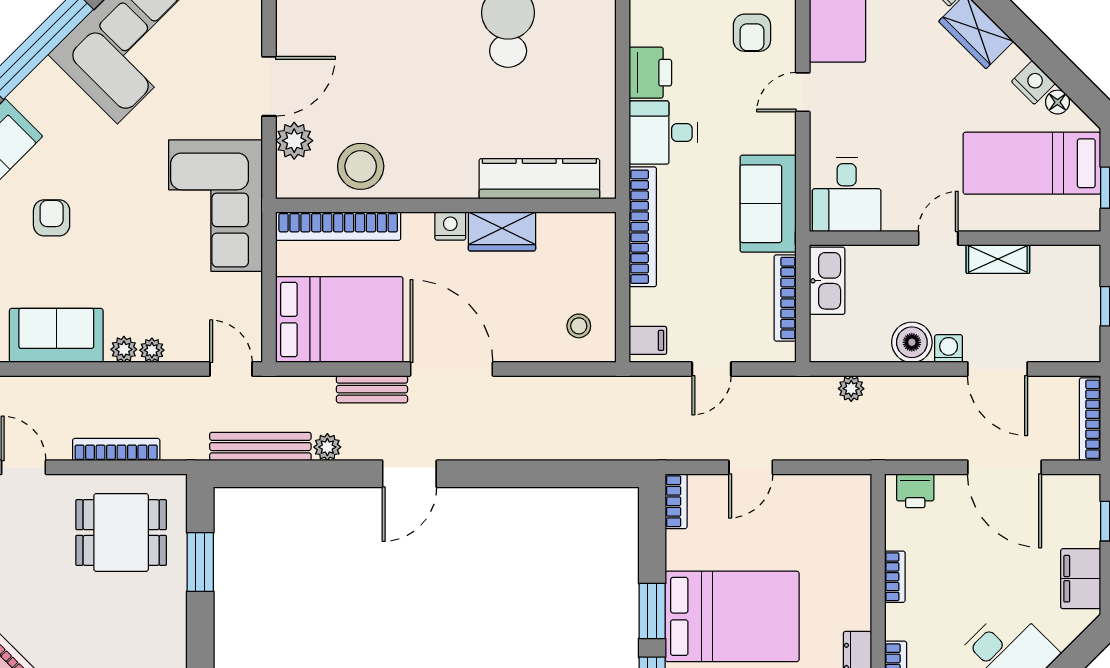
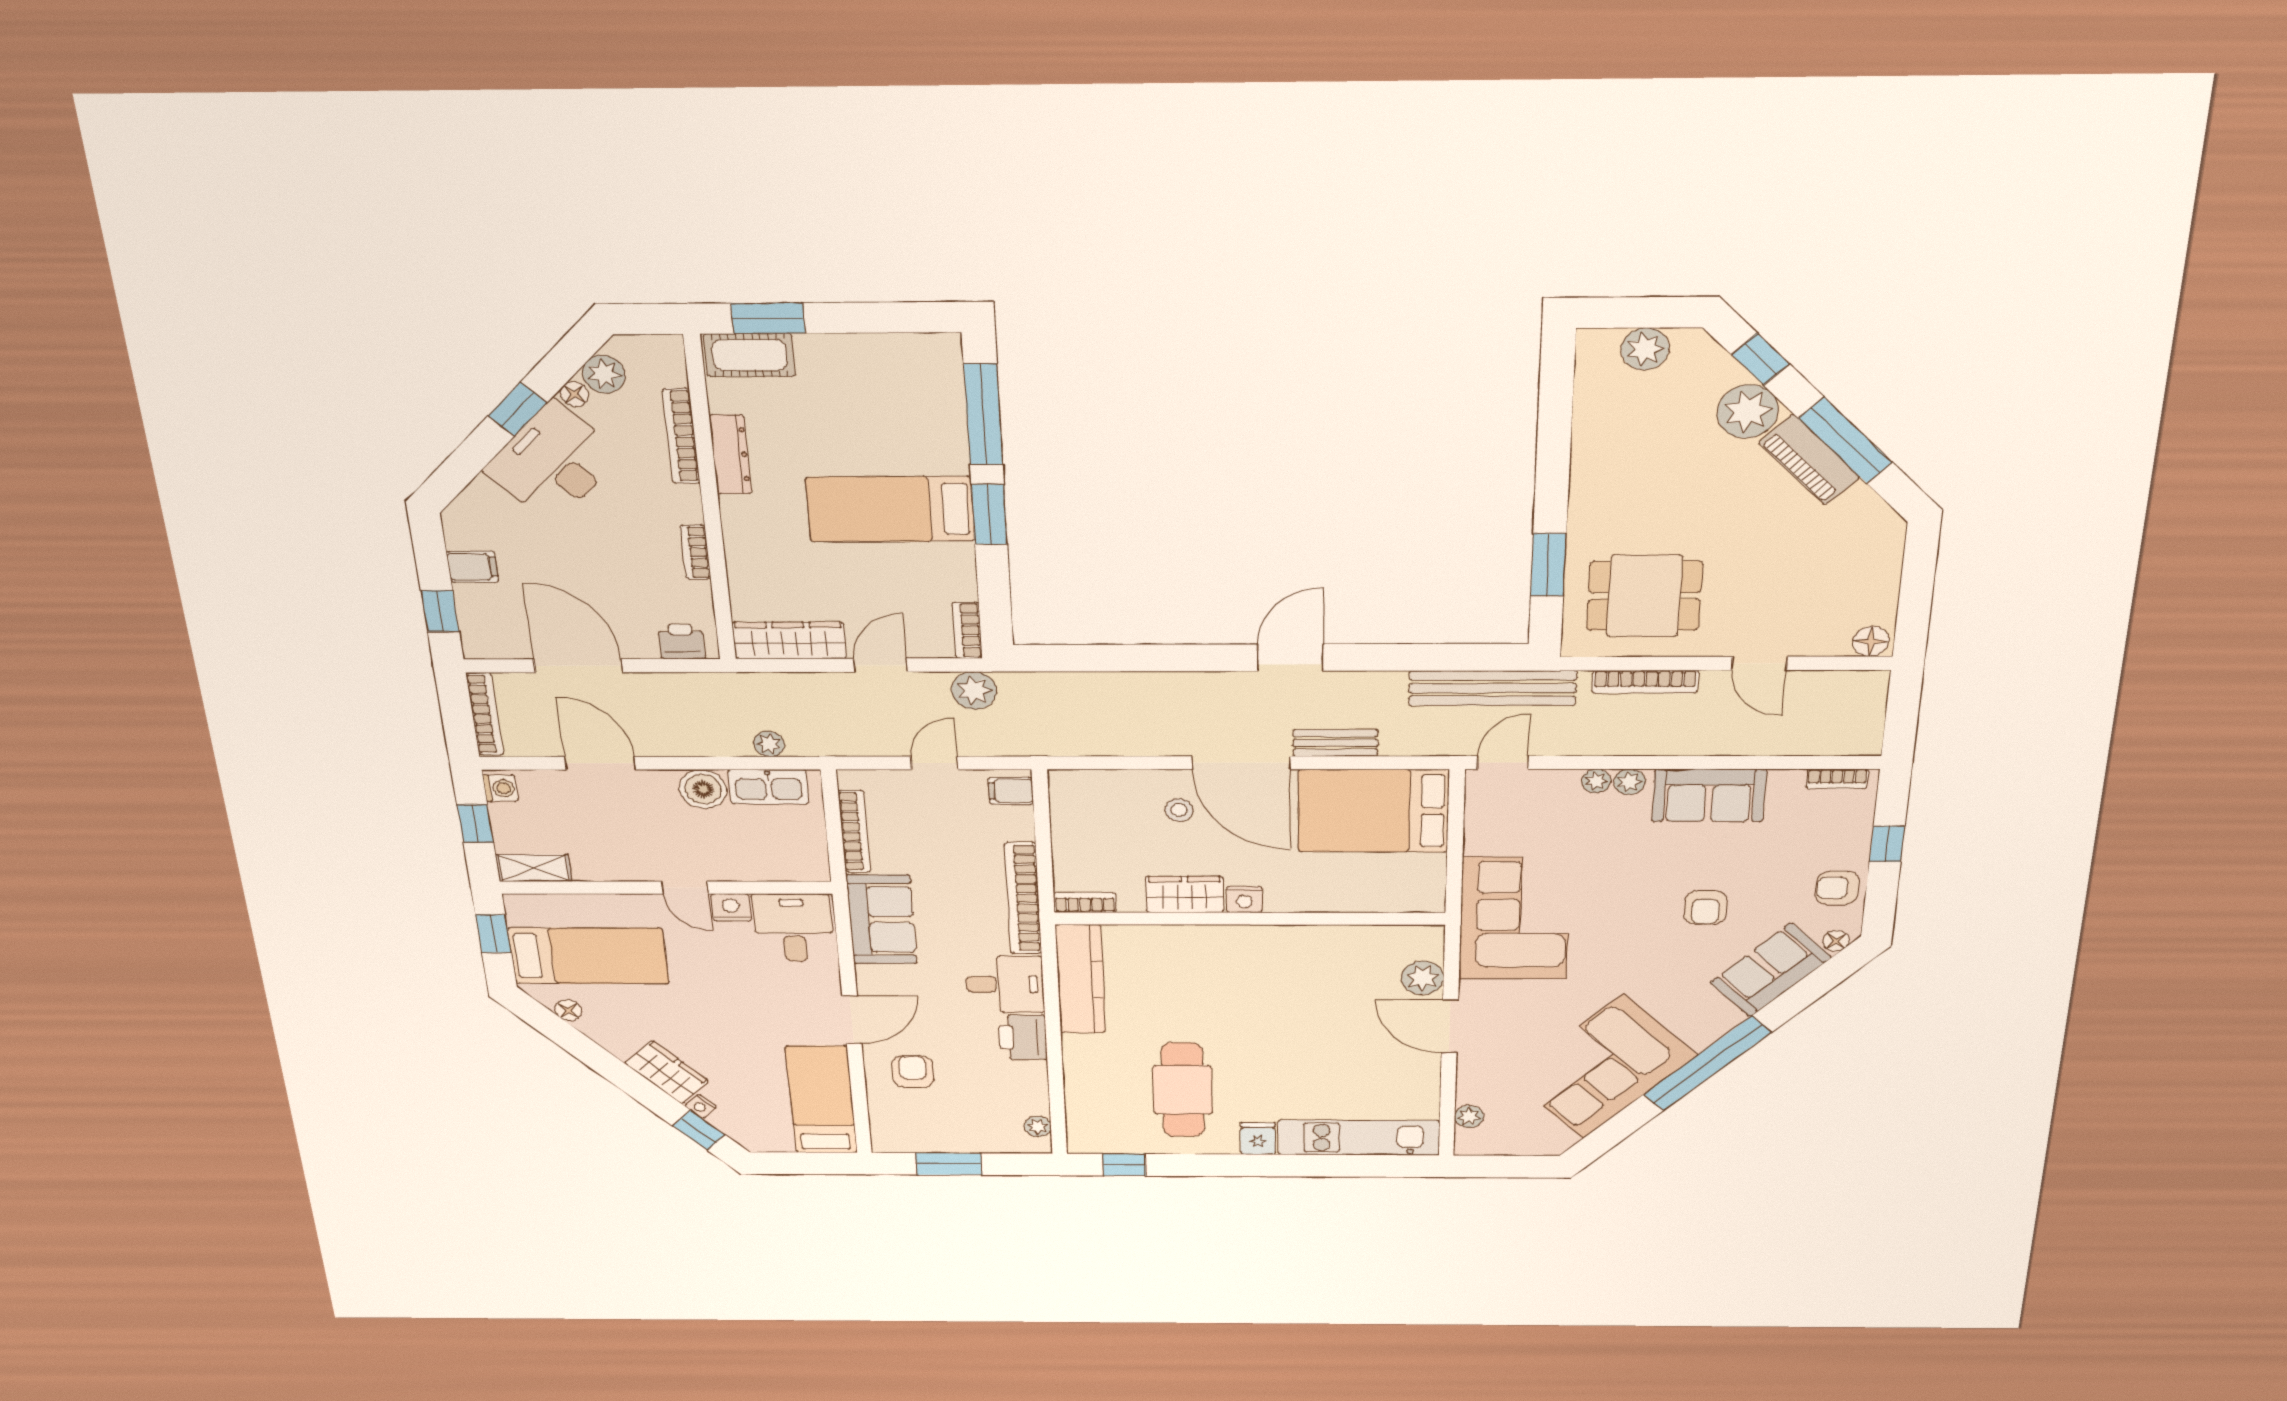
nightstand: (1033, 82) -> (731, 908), moved, turned 135
door: (269, 86) -> (1450, 1027), hinge flipped
door: (803, 92) -> (852, 1020), width x1.38
stool: (361, 166) -> (1347, 954), removed
kitchen counter: (539, 179) -> (1080, 979), moved, turned -90
bookcase: (338, 226) -> (1085, 902), moved, width x0.43, depth x0.76
door: (938, 238) -> (685, 888), hinge flipped
shelving: (998, 259) -> (534, 868), moved
kitchen sink: (827, 281) -> (769, 787), moved, turned -90
stool: (579, 326) -> (1179, 810), moved
washing machine: (949, 349) -> (500, 788), moved, turned -90
door: (231, 369) -> (1503, 763), swing flipped
bench: (260, 447) -> (1493, 688), width x1.37, depth x1.21
plant: (327, 447) -> (974, 691), moved, width x1.38, depth x1.38
wardrobe: (825, 492) -> (789, 640), added
filing cabinet: (1081, 579) -> (472, 567), width x0.50
bed: (732, 616) -> (890, 509), width x0.67

